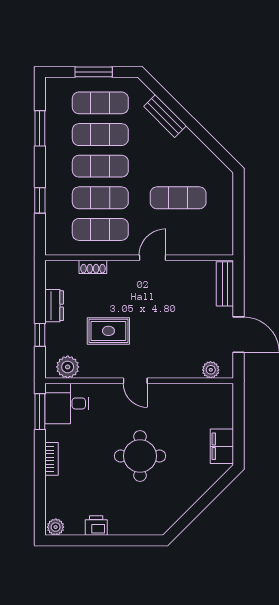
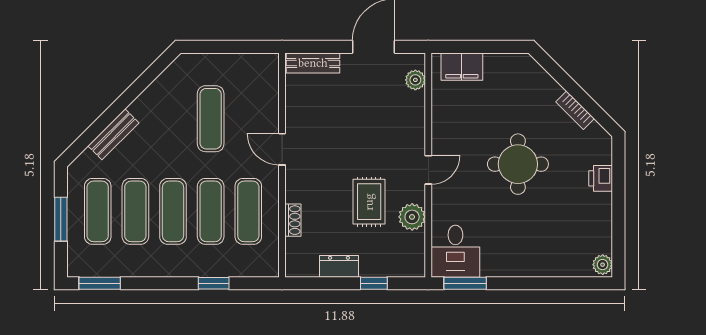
window: (40, 128) -> (100, 283), moved
plant: (68, 367) -> (412, 217), moved
filing cabinet: (222, 446) -> (462, 67), moved
bookcase: (52, 459) -> (575, 110), moved, turned -135
printer: (96, 525) -> (601, 178), moved

